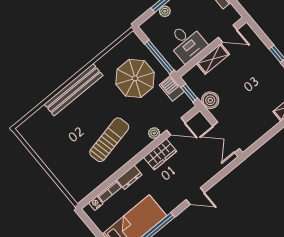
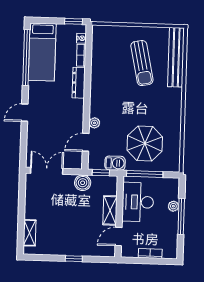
desk: (187, 43) -> (138, 202), width x1.37
bench: (74, 90) -> (176, 57), moved
sun lounger: (109, 140) -> (142, 63), moved
wardrobe: (160, 154) -> (76, 114), removed
dresser: (129, 177) -> (79, 83), width x1.44
window: (88, 221) -> (73, 21), added

